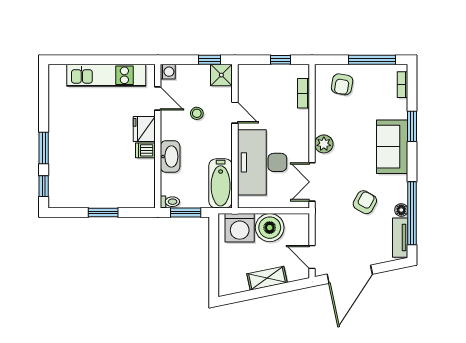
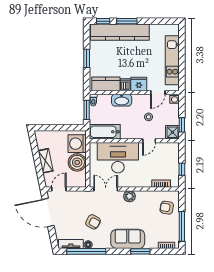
kitchen counter: (61, 159) -> (120, 32), added
kitchen counter: (144, 182) -> (106, 84), added

